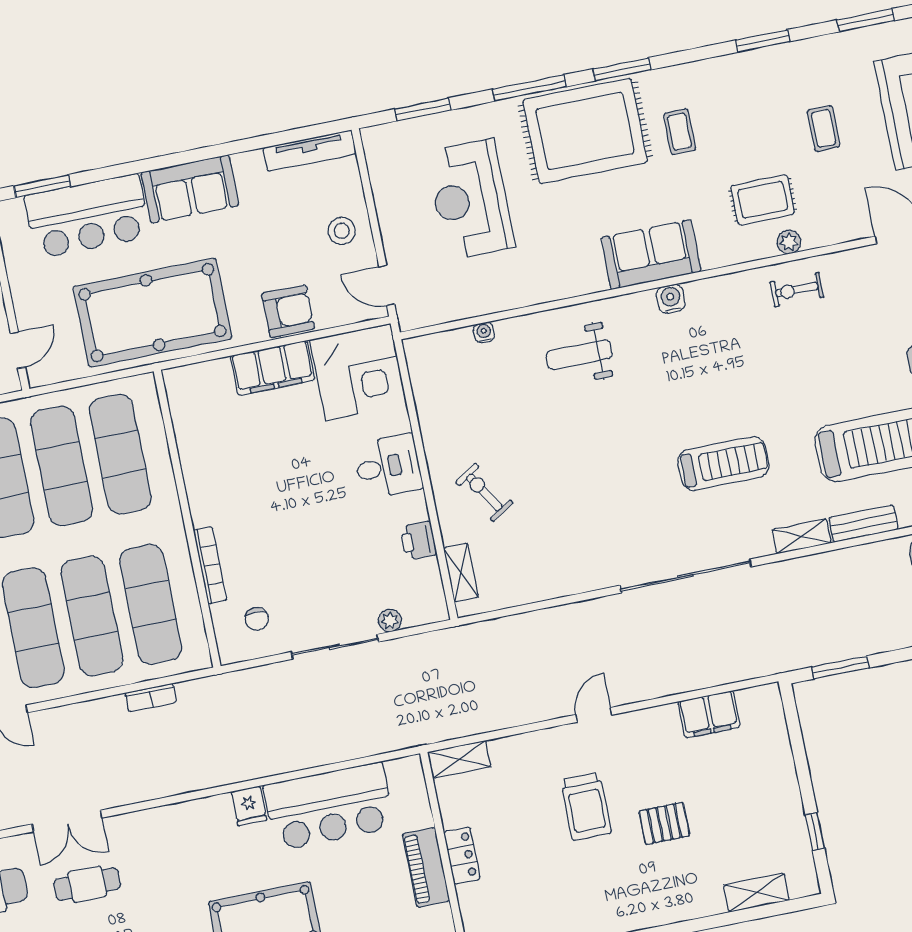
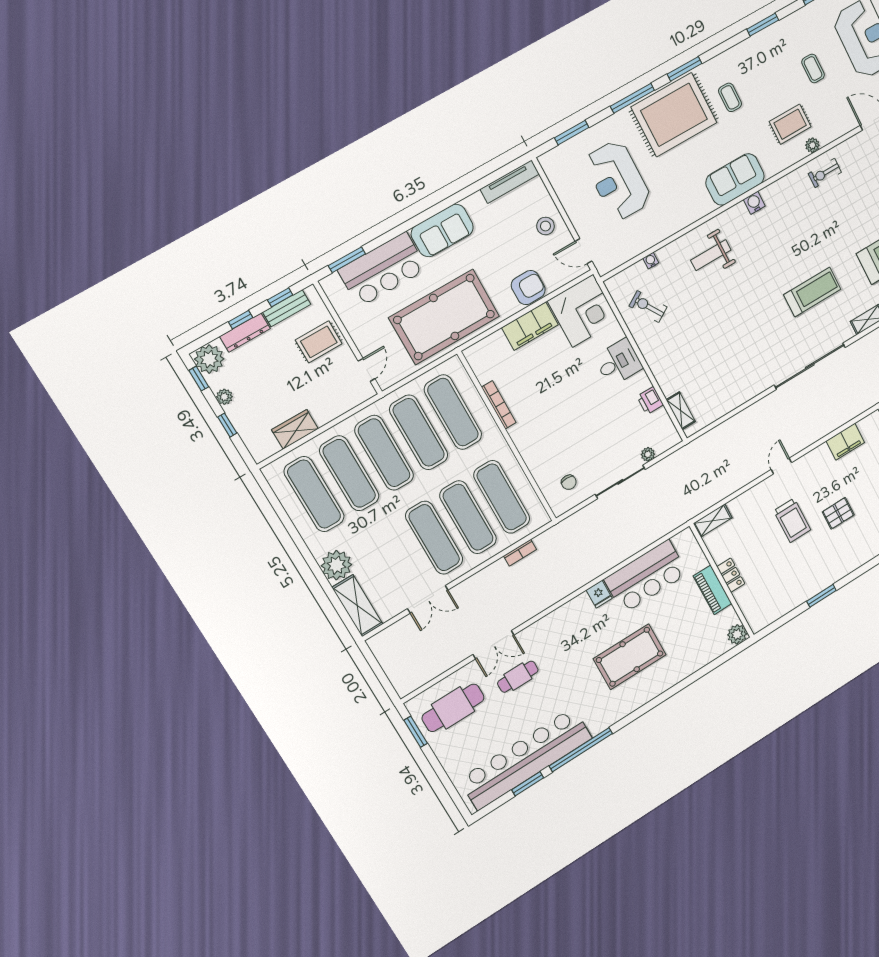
exercise bike: (484, 492) -> (648, 307), moved
bookcase: (210, 565) -> (499, 405), moved

